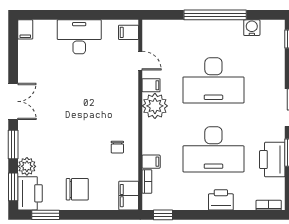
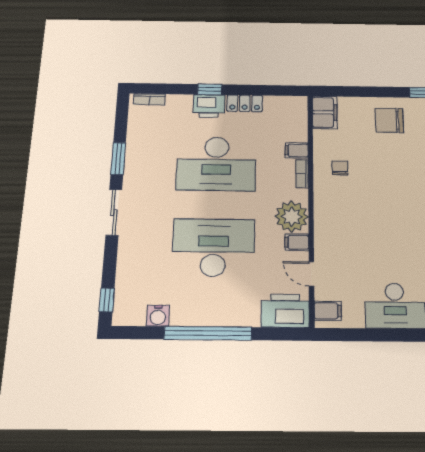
desk: (213, 149) -> (216, 164), turned 180
printer: (272, 160) -> (285, 311), moved, turned -90
bookcase: (147, 182) -> (302, 174), moved
locker: (193, 203) -> (245, 103), added
window: (163, 215) -> (210, 89), moved

